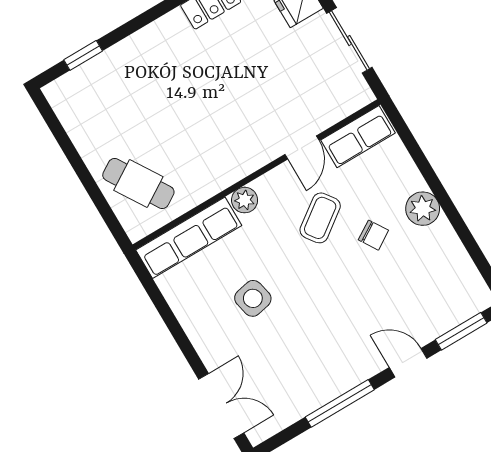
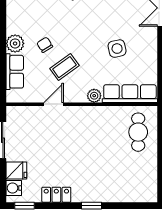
window: (83, 55) -> (92, 206), moved
row of seats: (358, 137) -> (15, 72), moved, turned 90
cafe table: (138, 183) -> (138, 132), turned 32

